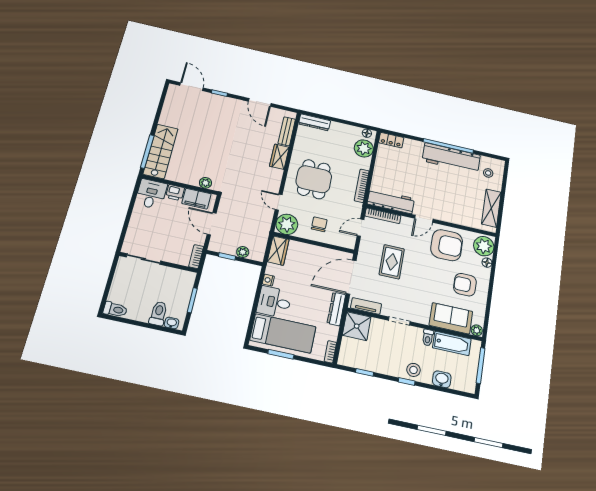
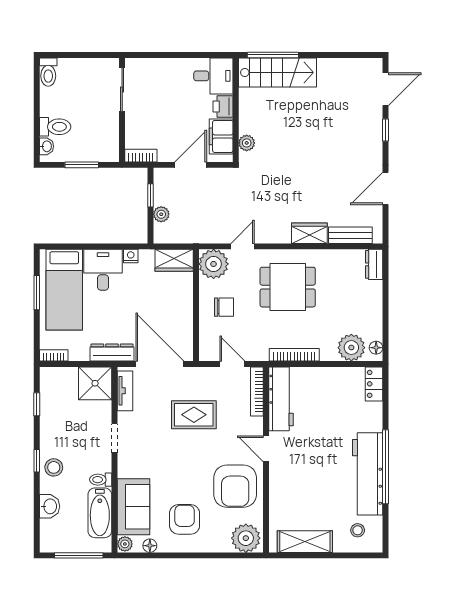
dresser: (314, 122) -> (374, 264), width x0.70
floor lamp: (487, 263) -> (150, 546), moved

